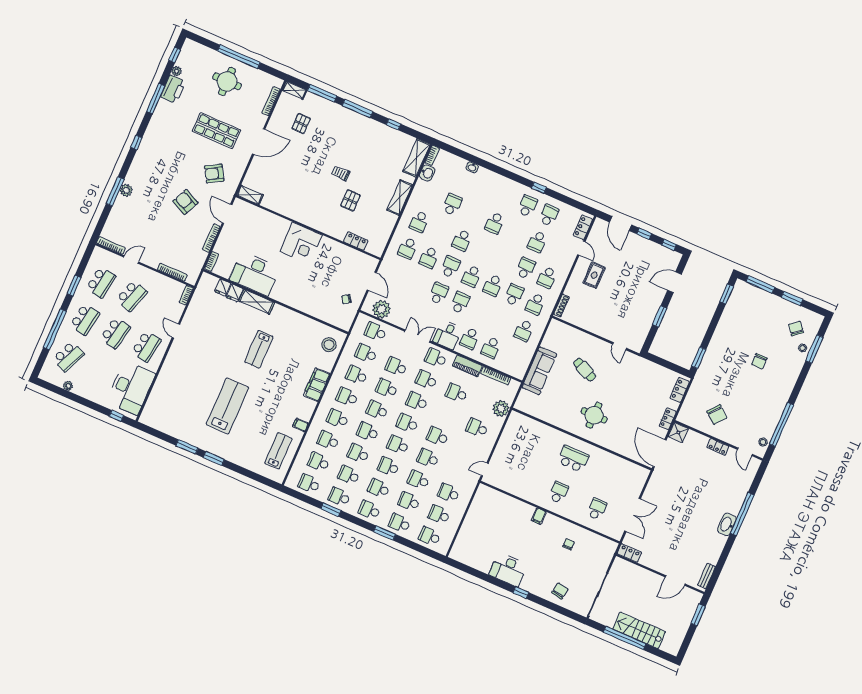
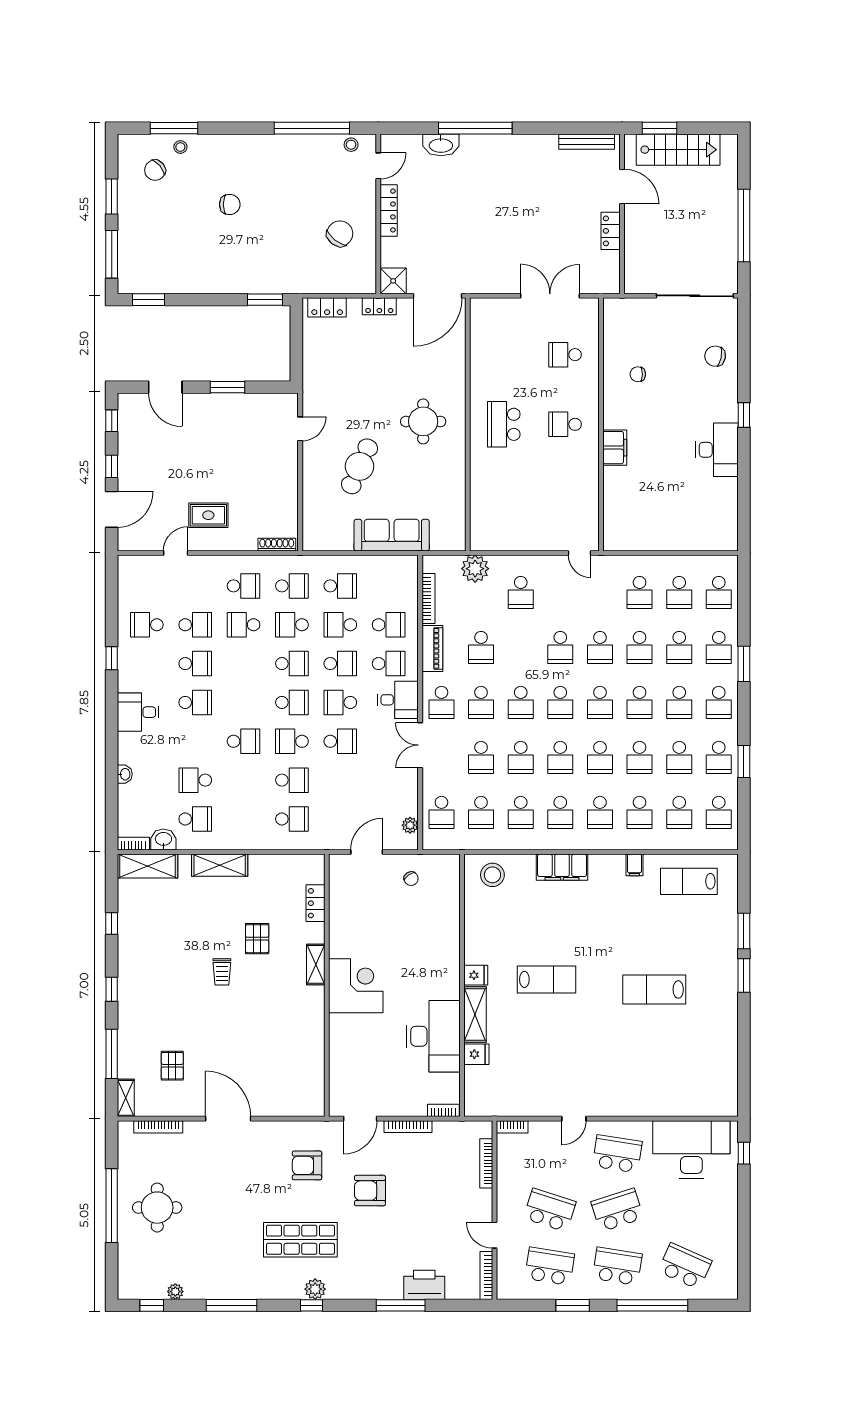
printer: (173, 89) -> (424, 1285), moved
window: (358, 109) -> (112, 989), width x0.46
pallet: (301, 124) -> (172, 1066), turned 90
shop shelf: (216, 131) -> (300, 1240), moved, turned 90
armchair: (214, 174) -> (307, 1165), turned 121
desk: (503, 189) -> (138, 712), added
plant: (126, 190) -> (315, 1289), moved
shelving: (250, 195) -> (316, 964), moved
pallet: (350, 200) -> (257, 939), turned 90
armchair: (185, 202) -> (370, 1191), turned 65
school desk: (528, 206) -> (195, 664), moved, turned 180
school desk: (419, 222) -> (195, 819), moved
locker: (583, 227) -> (143, 564), removed
fridge: (223, 287) -> (476, 975), moved
school desk: (439, 293) -> (340, 741), turned 180
plant: (382, 309) -> (410, 825), width x0.53, depth x0.53
school desk: (481, 312) -> (340, 664), added
school desk: (503, 321) -> (340, 625), added
school desk: (115, 333) -> (617, 1210), turned -30
cafe table: (585, 370) -> (359, 466), width x1.37, depth x1.35
plant: (68, 386) -> (730, 1247), removed
lab bench: (227, 406) -> (654, 989), width x0.73, depth x0.72
window: (187, 447) -> (744, 931), moved
locker: (718, 447) -> (389, 211), width x1.53
filing cabinet: (539, 516) -> (615, 448), width x2.00
washbasin: (727, 524) -> (441, 145), moved
locker: (629, 553) -> (611, 231), moved
bench: (706, 576) -> (587, 142), width x1.36
stairs: (639, 630) -> (678, 150), moved, turned -90

